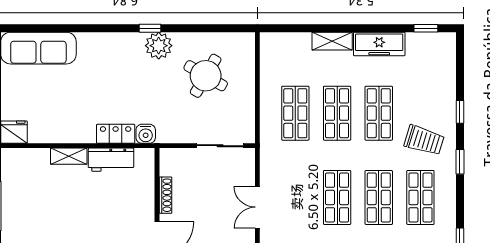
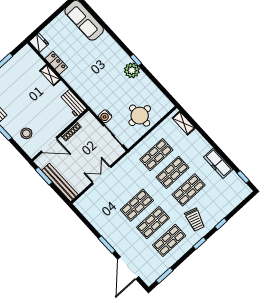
shelving: (332, 41) -> (184, 123), moved
round table: (206, 76) -> (140, 116), moved, turned -30
locker: (116, 134) -> (56, 63), moved
water cooler: (146, 134) -> (105, 116), moved
workbench: (111, 160) -> (73, 103), moved

